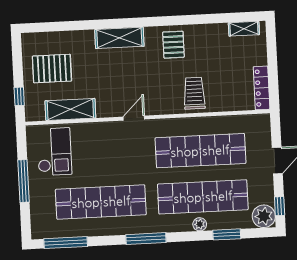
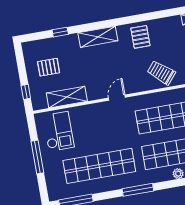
window: (72, 26) -> (60, 32), added
pallet: (52, 69) -> (49, 67), width x0.67, depth x0.71
trolley: (194, 93) -> (161, 73), turned -50

